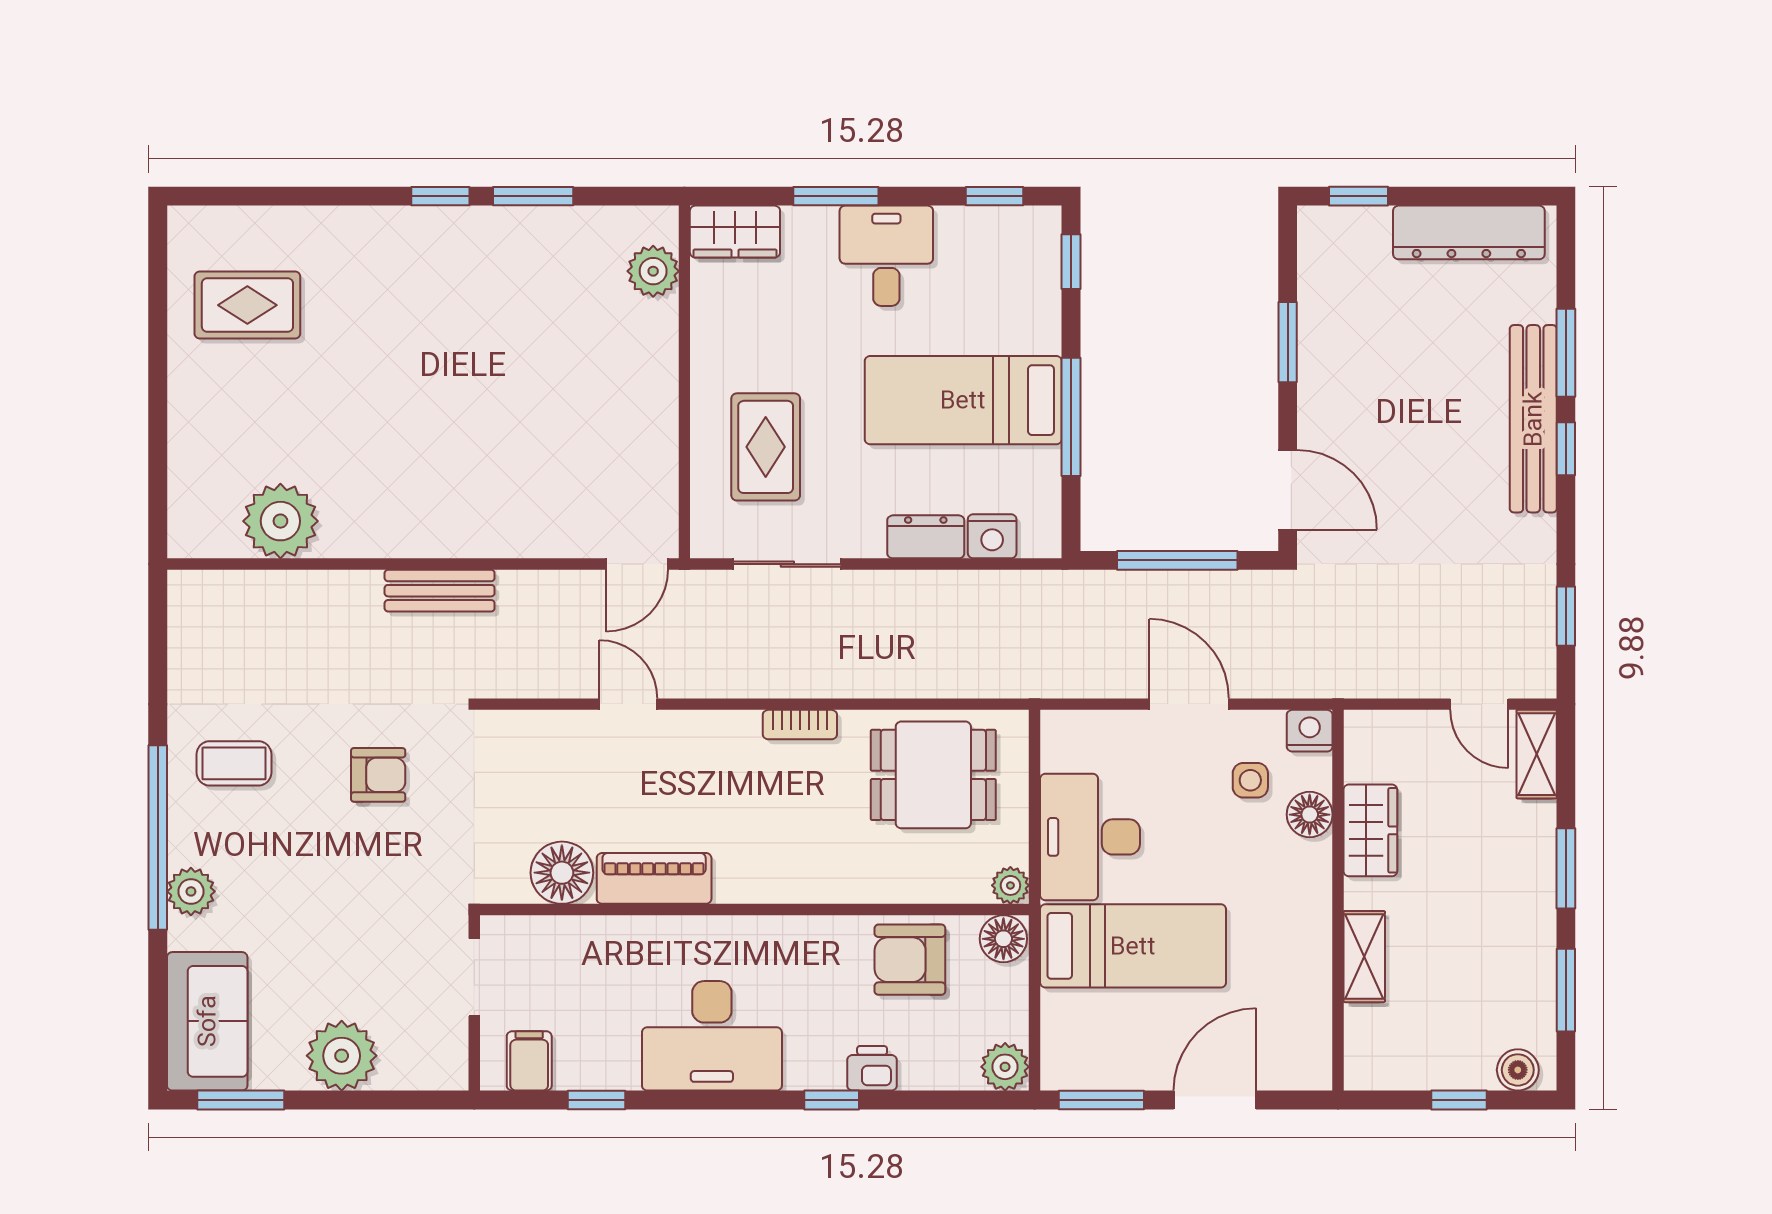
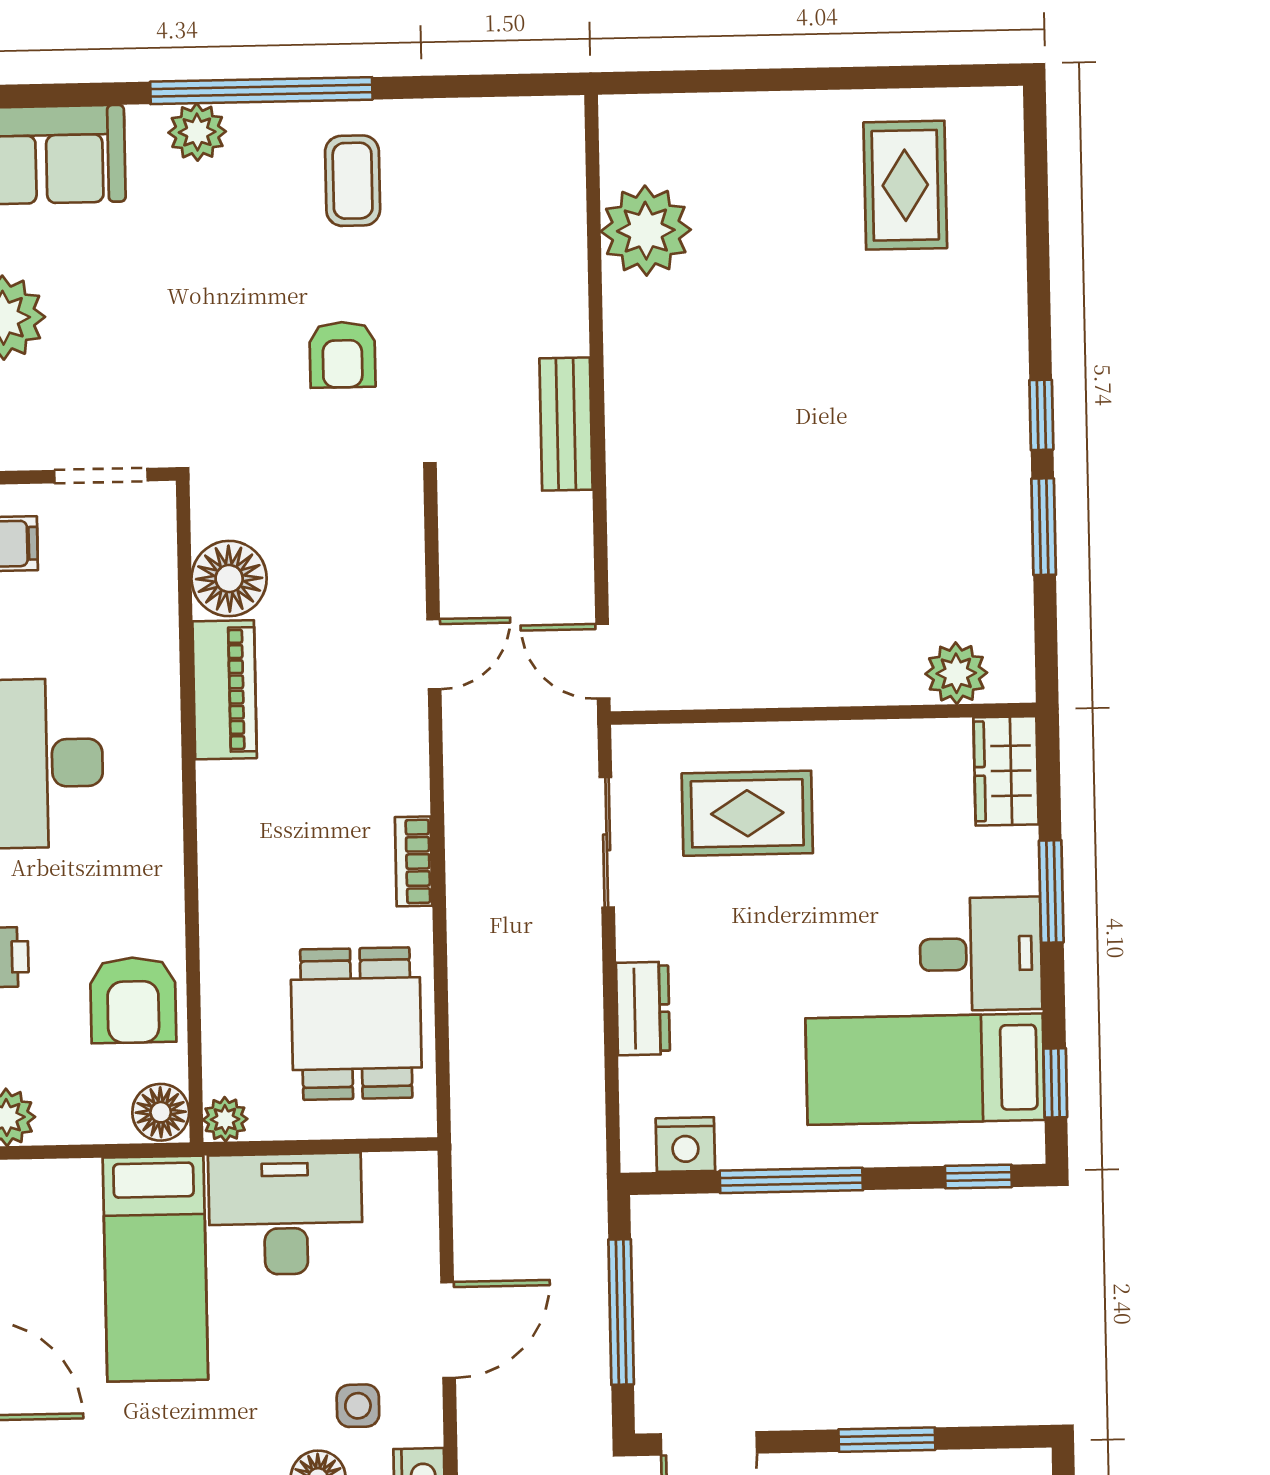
bed: (963, 400) -> (925, 1069), moved, turned -90
nightstand: (992, 536) -> (685, 1145), moved, turned -90
armchair: (910, 960) -> (133, 1000), turned 180

